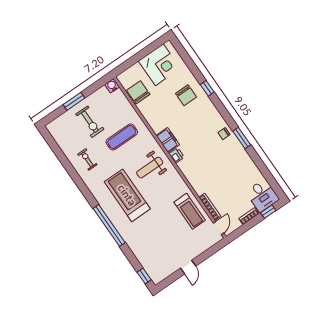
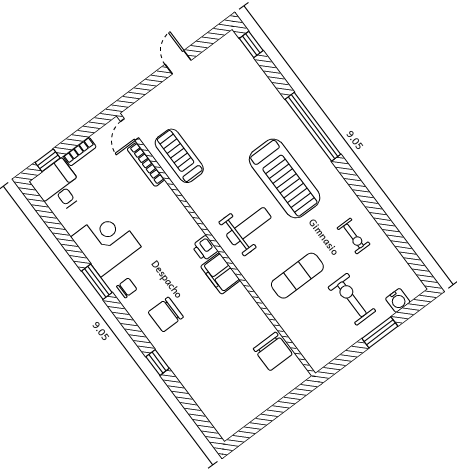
corner desk: (159, 65) -> (106, 242), moved, turned 90
water cooler: (112, 86) -> (398, 300), moved
chair: (186, 95) -> (166, 315), moved, turned -90

